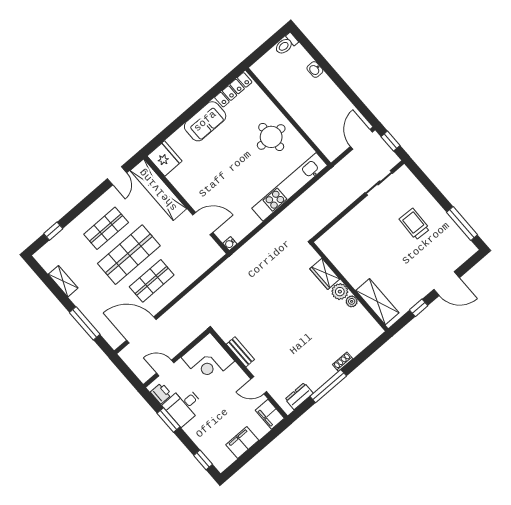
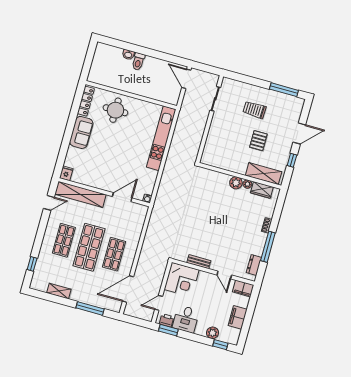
toilet: (286, 44) -> (138, 61), moved
round table: (271, 137) -> (115, 110), moved
window: (390, 141) -> (205, 68), removed
fridge: (165, 159) -> (66, 173), width x0.53, depth x0.75
door: (117, 176) -> (49, 203), hinge flipped
pallet: (396, 261) -> (258, 141), added
wardrobe: (325, 274) -> (262, 190), moved
door: (259, 385) -> (224, 275), hinge flipped
window: (168, 420) -> (168, 330), moved
plant: (203, 441) -> (213, 333), added

